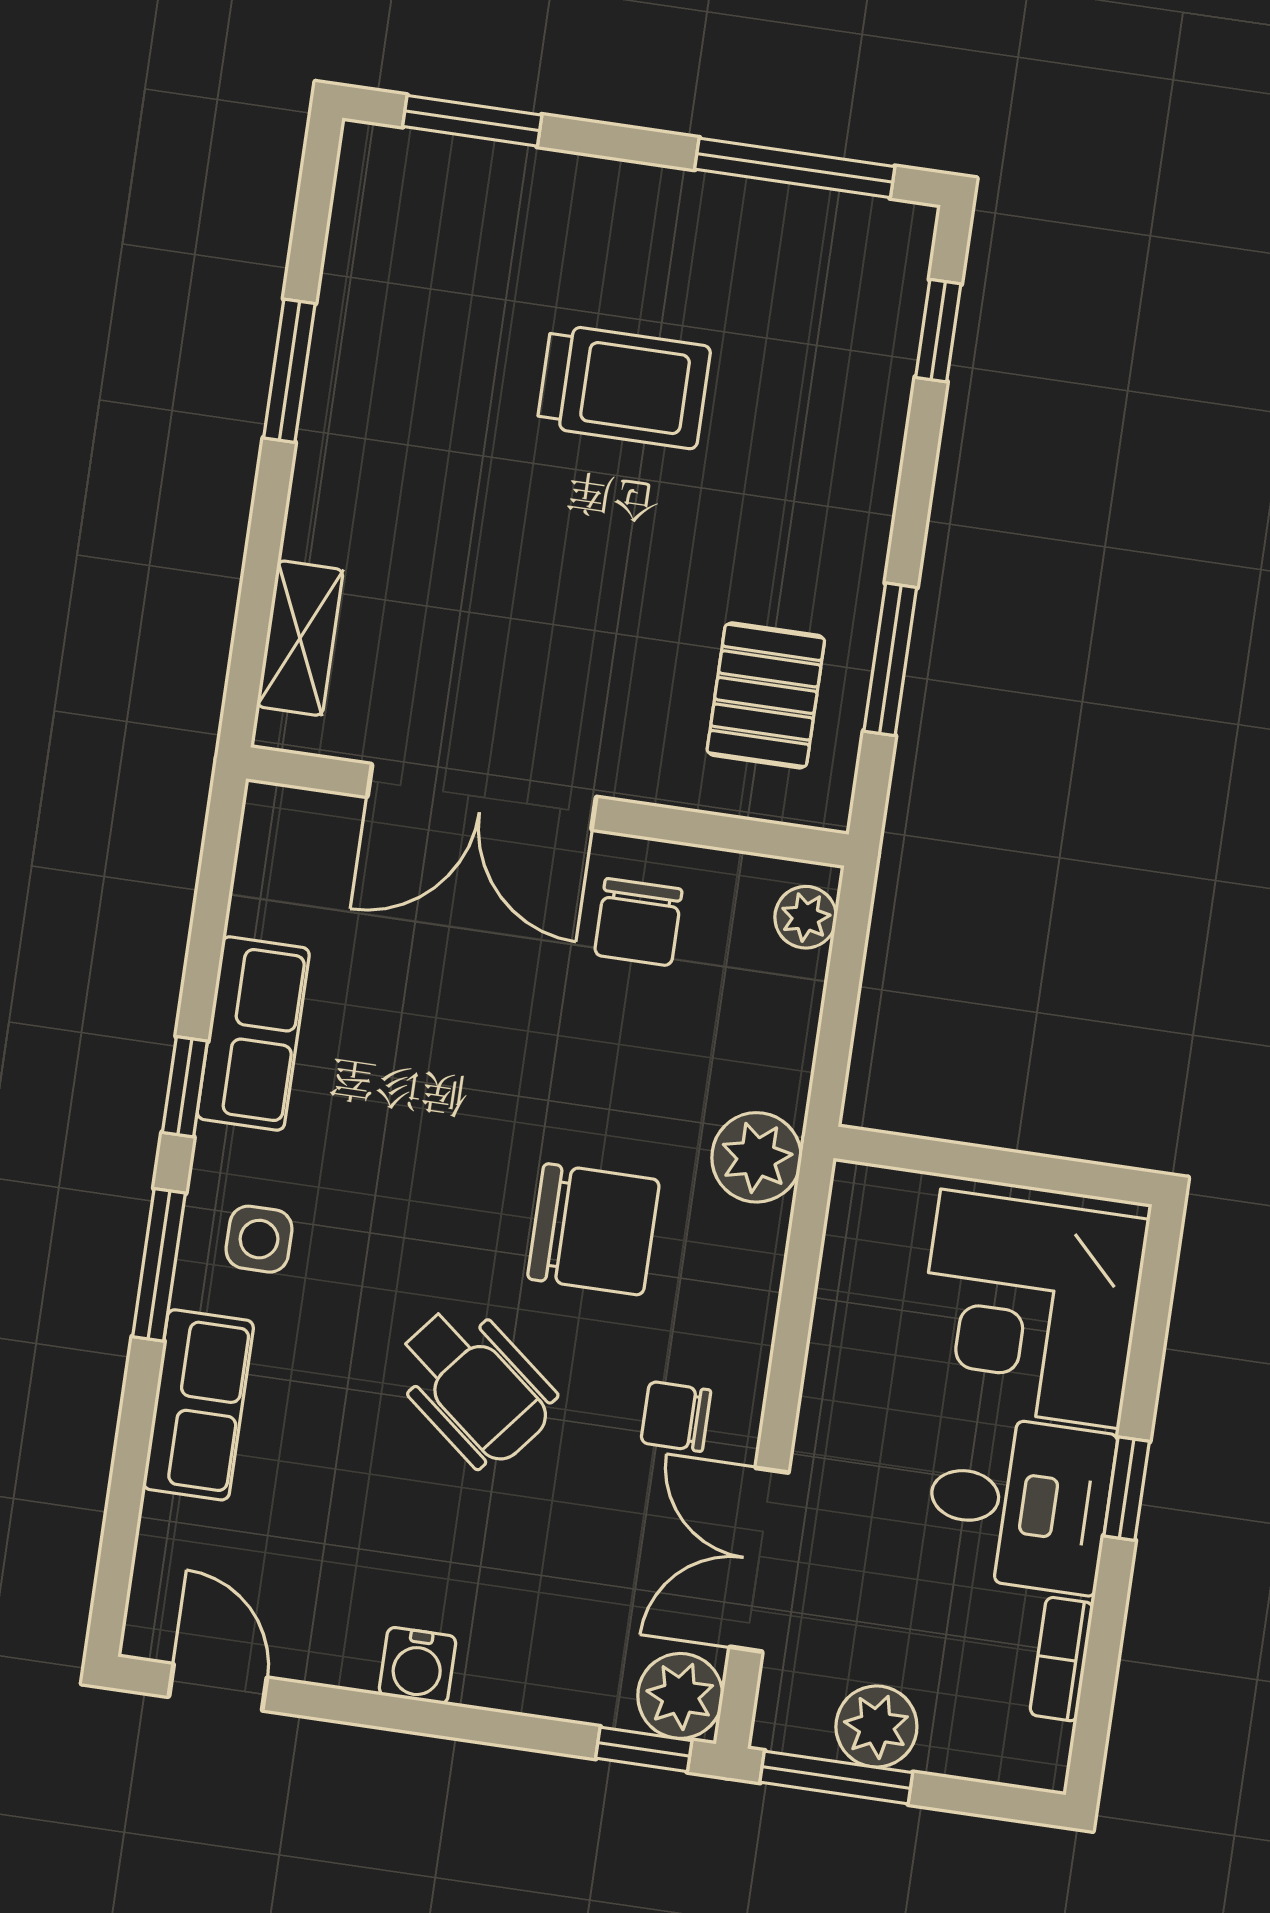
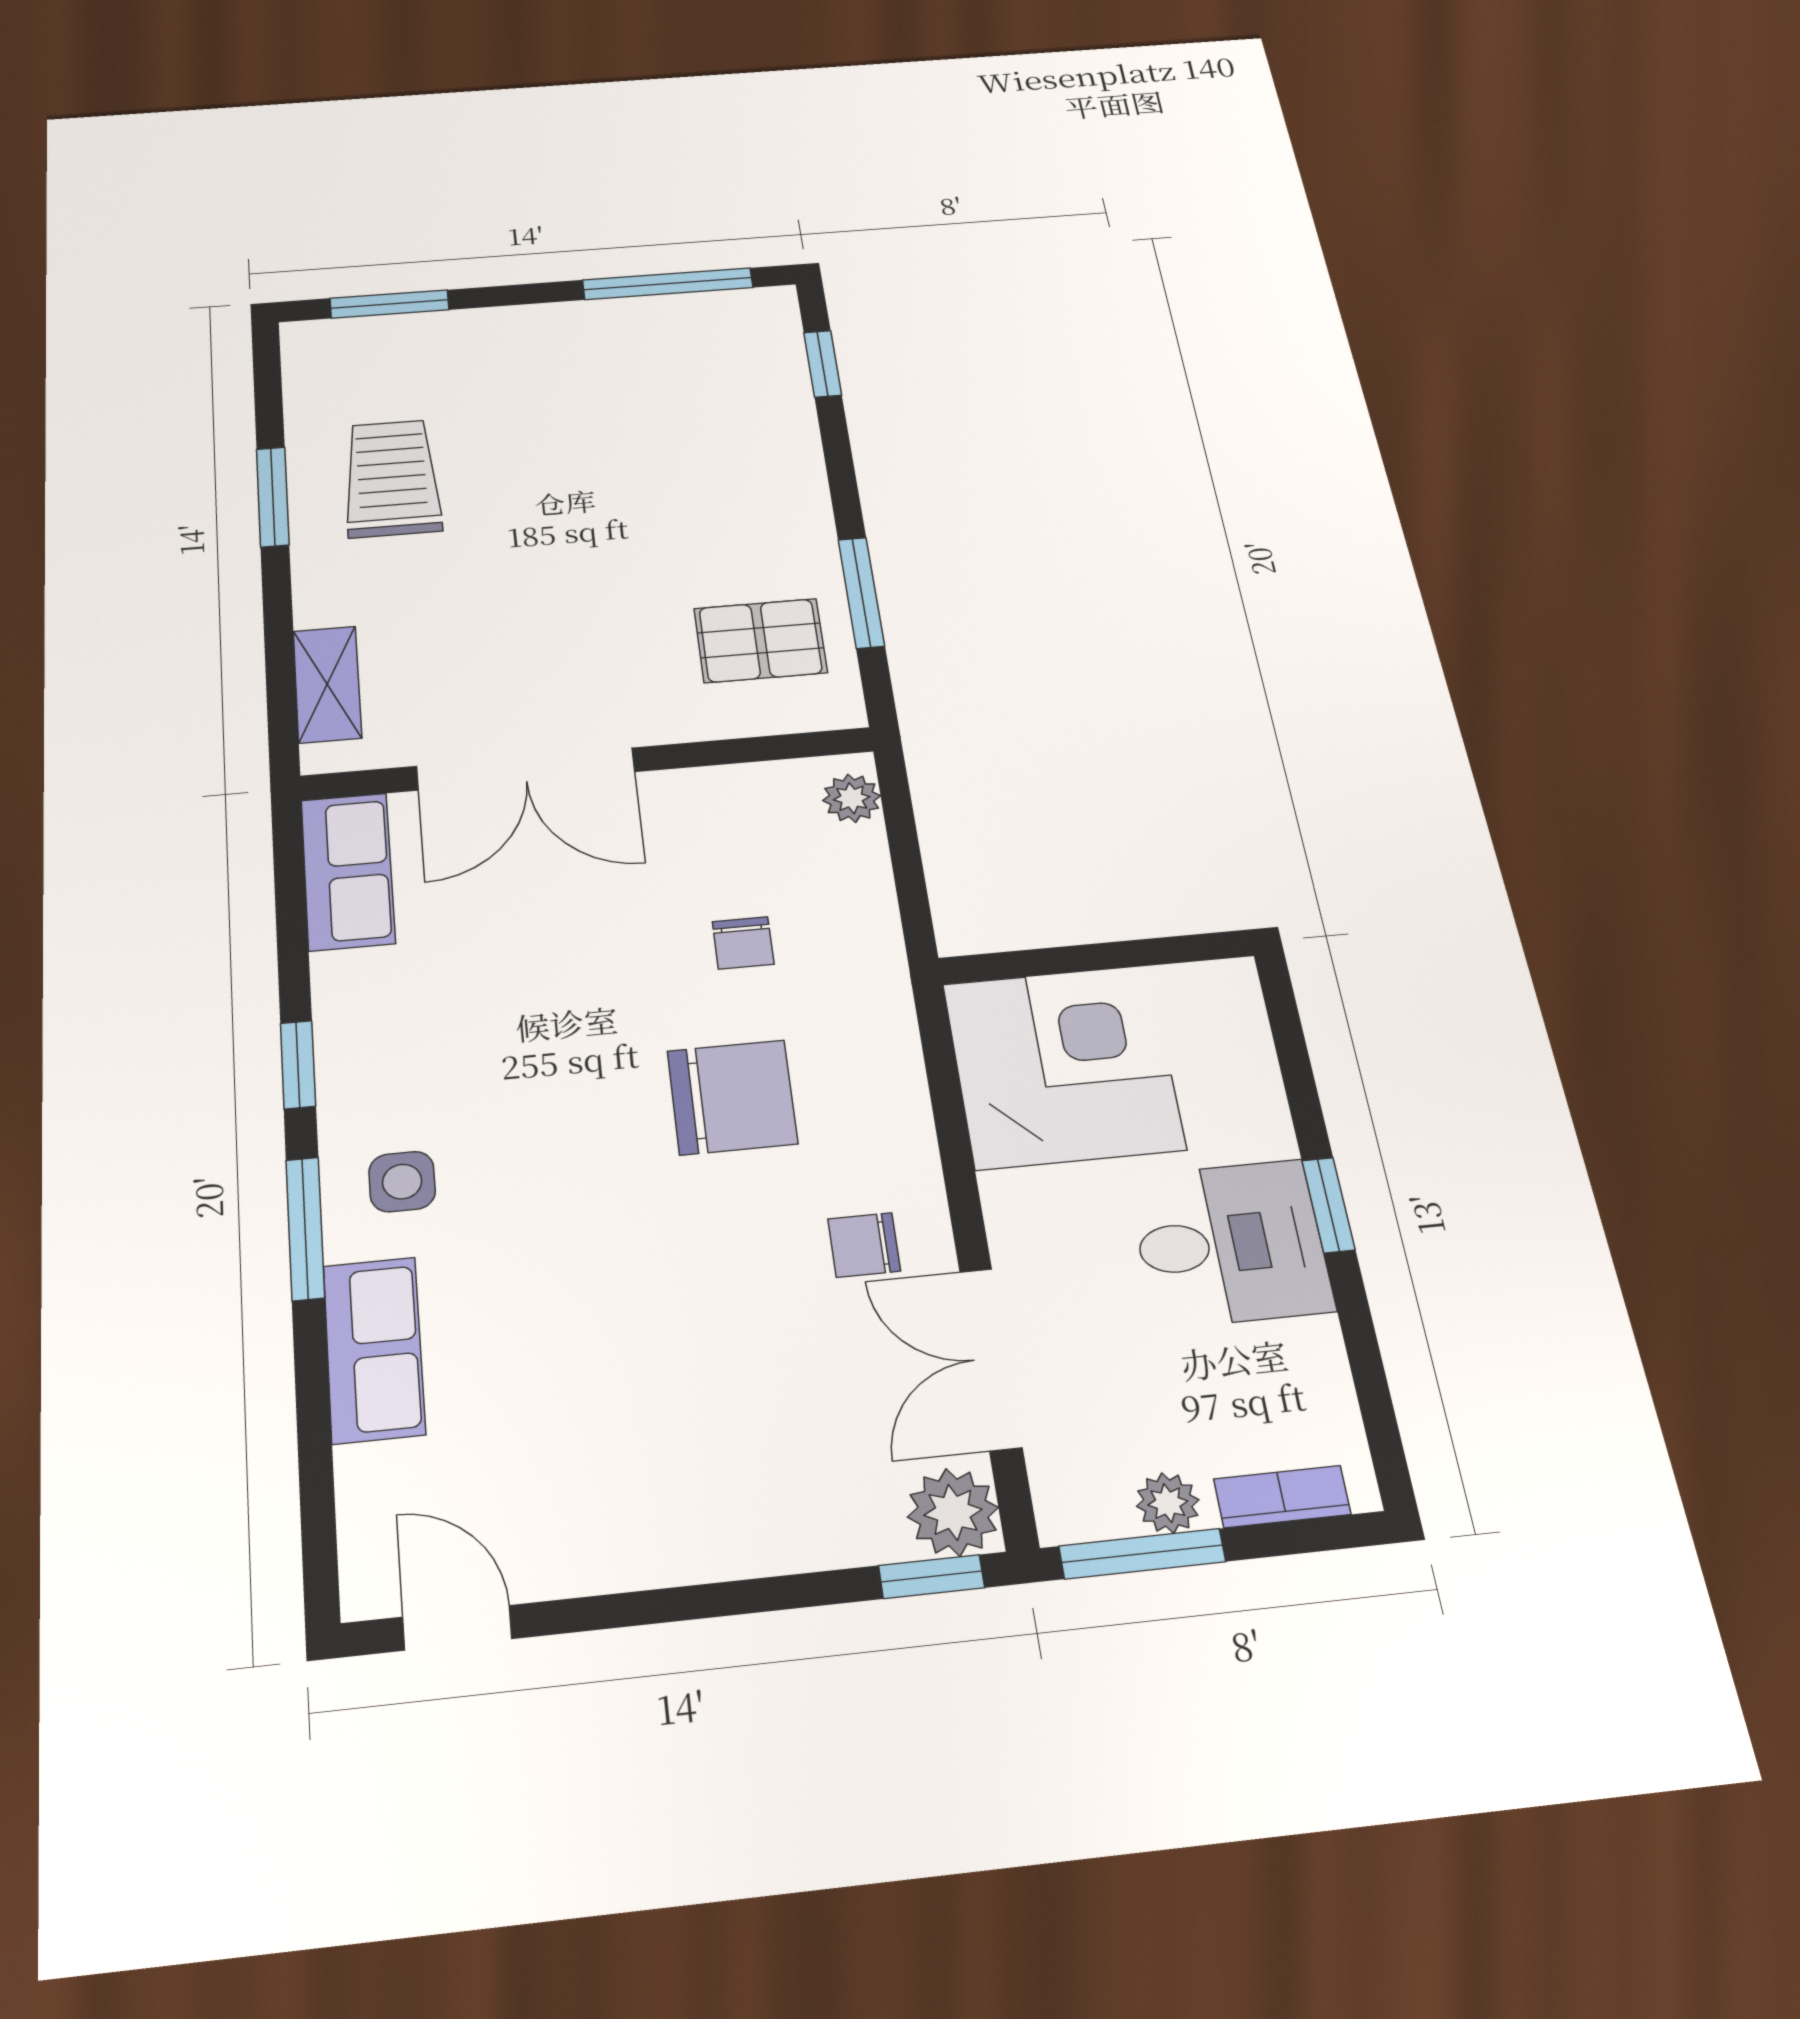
trolley: (624, 386) -> (392, 478), moved, turned -90
pallet: (766, 695) -> (760, 641), turned 90
chair: (638, 922) -> (743, 943), moved, width x0.73, depth x0.73
row of seats: (253, 1033) -> (348, 871), moved
plant: (757, 1157) -> (870, 1000), removed
corner desk: (1030, 1309) -> (1063, 1066), moved, turned 180
wheelchair: (474, 1386) -> (654, 1264), removed
bookcase: (1062, 1659) -> (1282, 1497), moved, turned 90
water cooler: (417, 1666) -> (667, 1551), removed
plant: (876, 1726) -> (1168, 1503), width x0.73, depth x0.73

